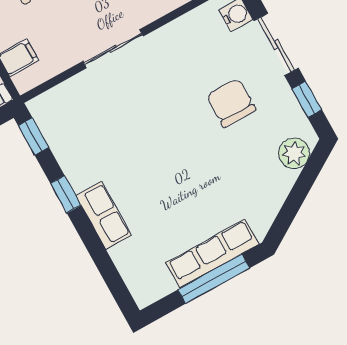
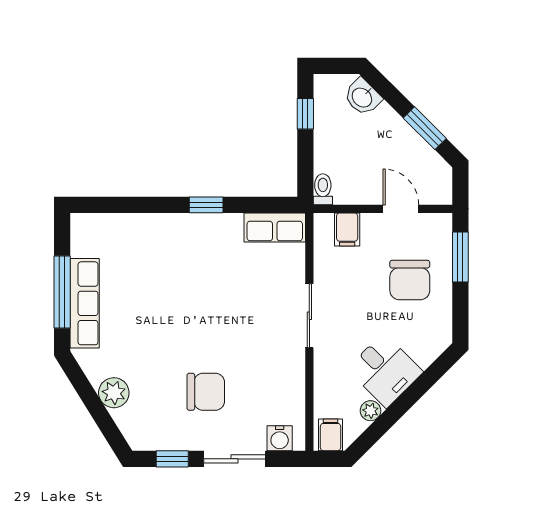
window: (33, 136) -> (272, 205), removed
plant: (294, 153) -> (114, 393), moved
row of seats: (104, 215) -> (275, 227), moved

